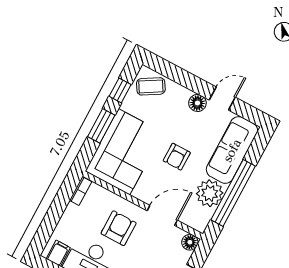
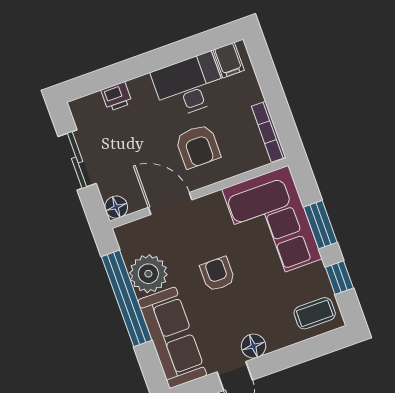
coffee table: (151, 86) -> (315, 313), turned 31
bookcase: (81, 191) -> (269, 132), width x1.56
door: (162, 215) -> (170, 204), swing flipped

